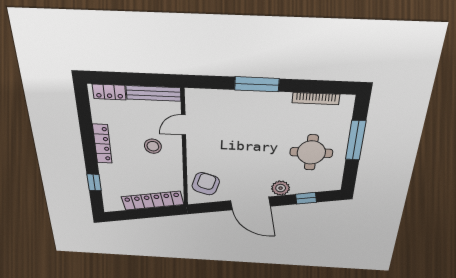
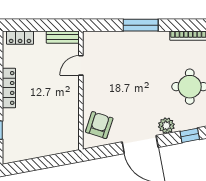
bench: (153, 93) -> (63, 37), width x0.73
stool: (153, 146) -> (53, 88), removed
locker: (153, 201) -> (50, 148), removed

